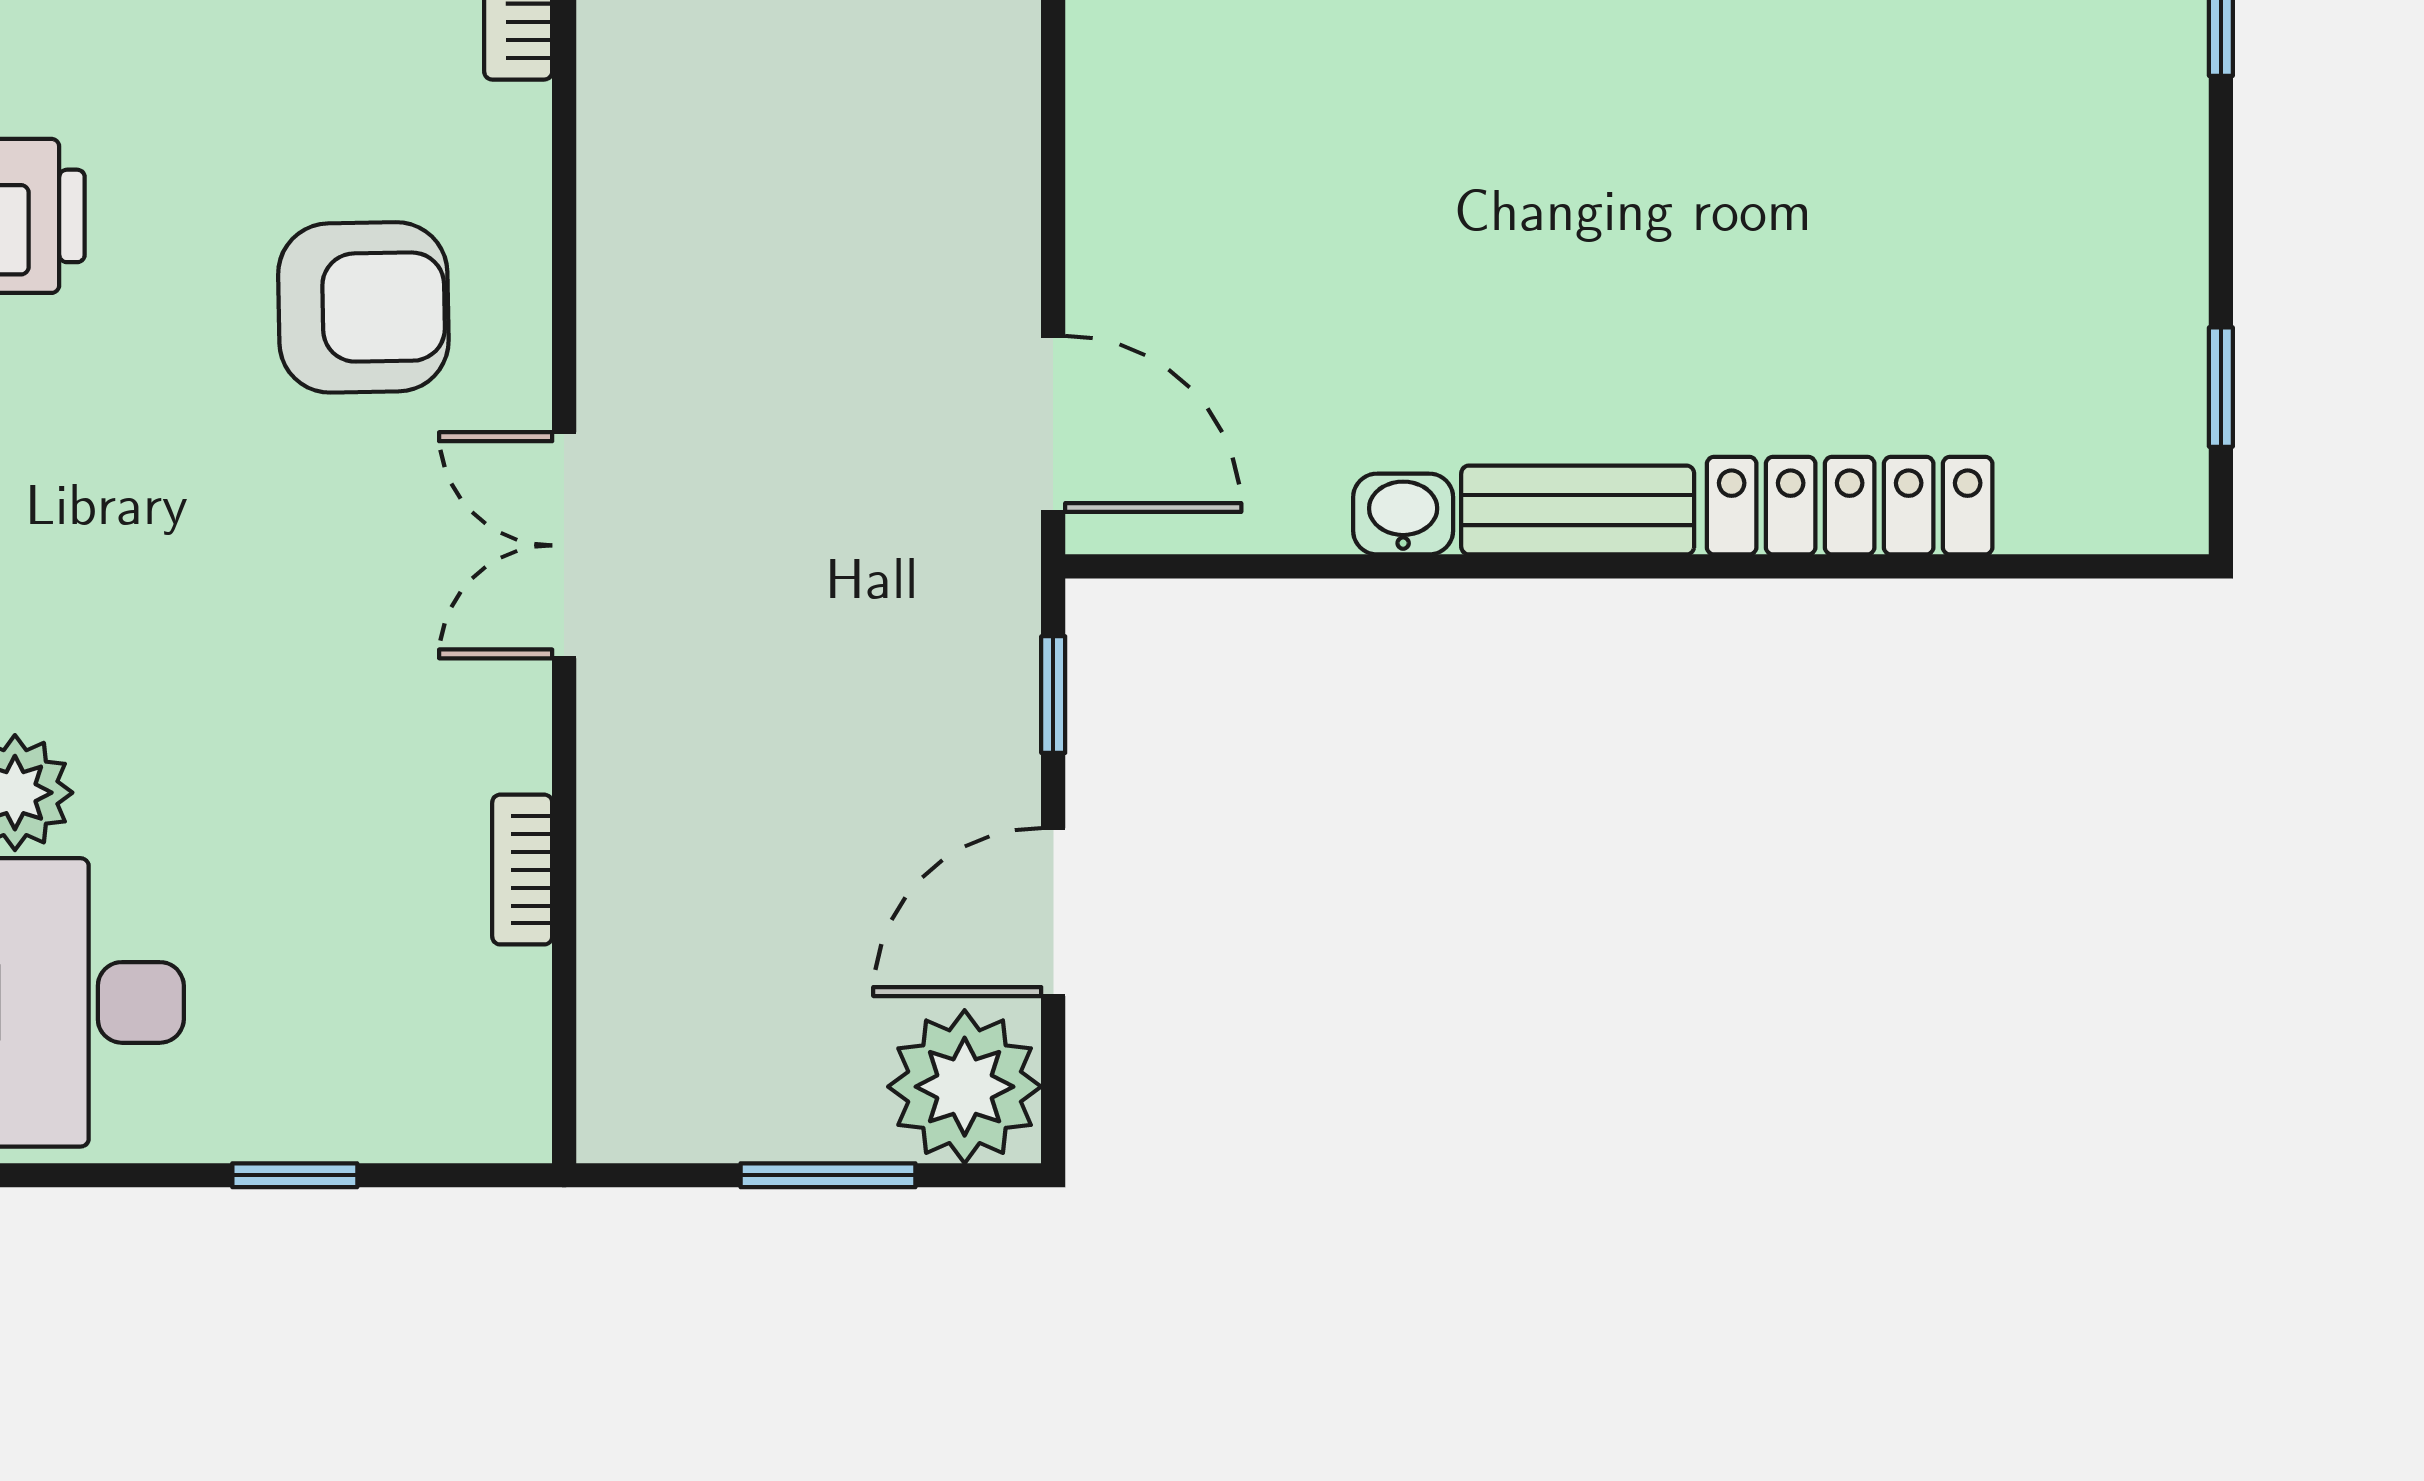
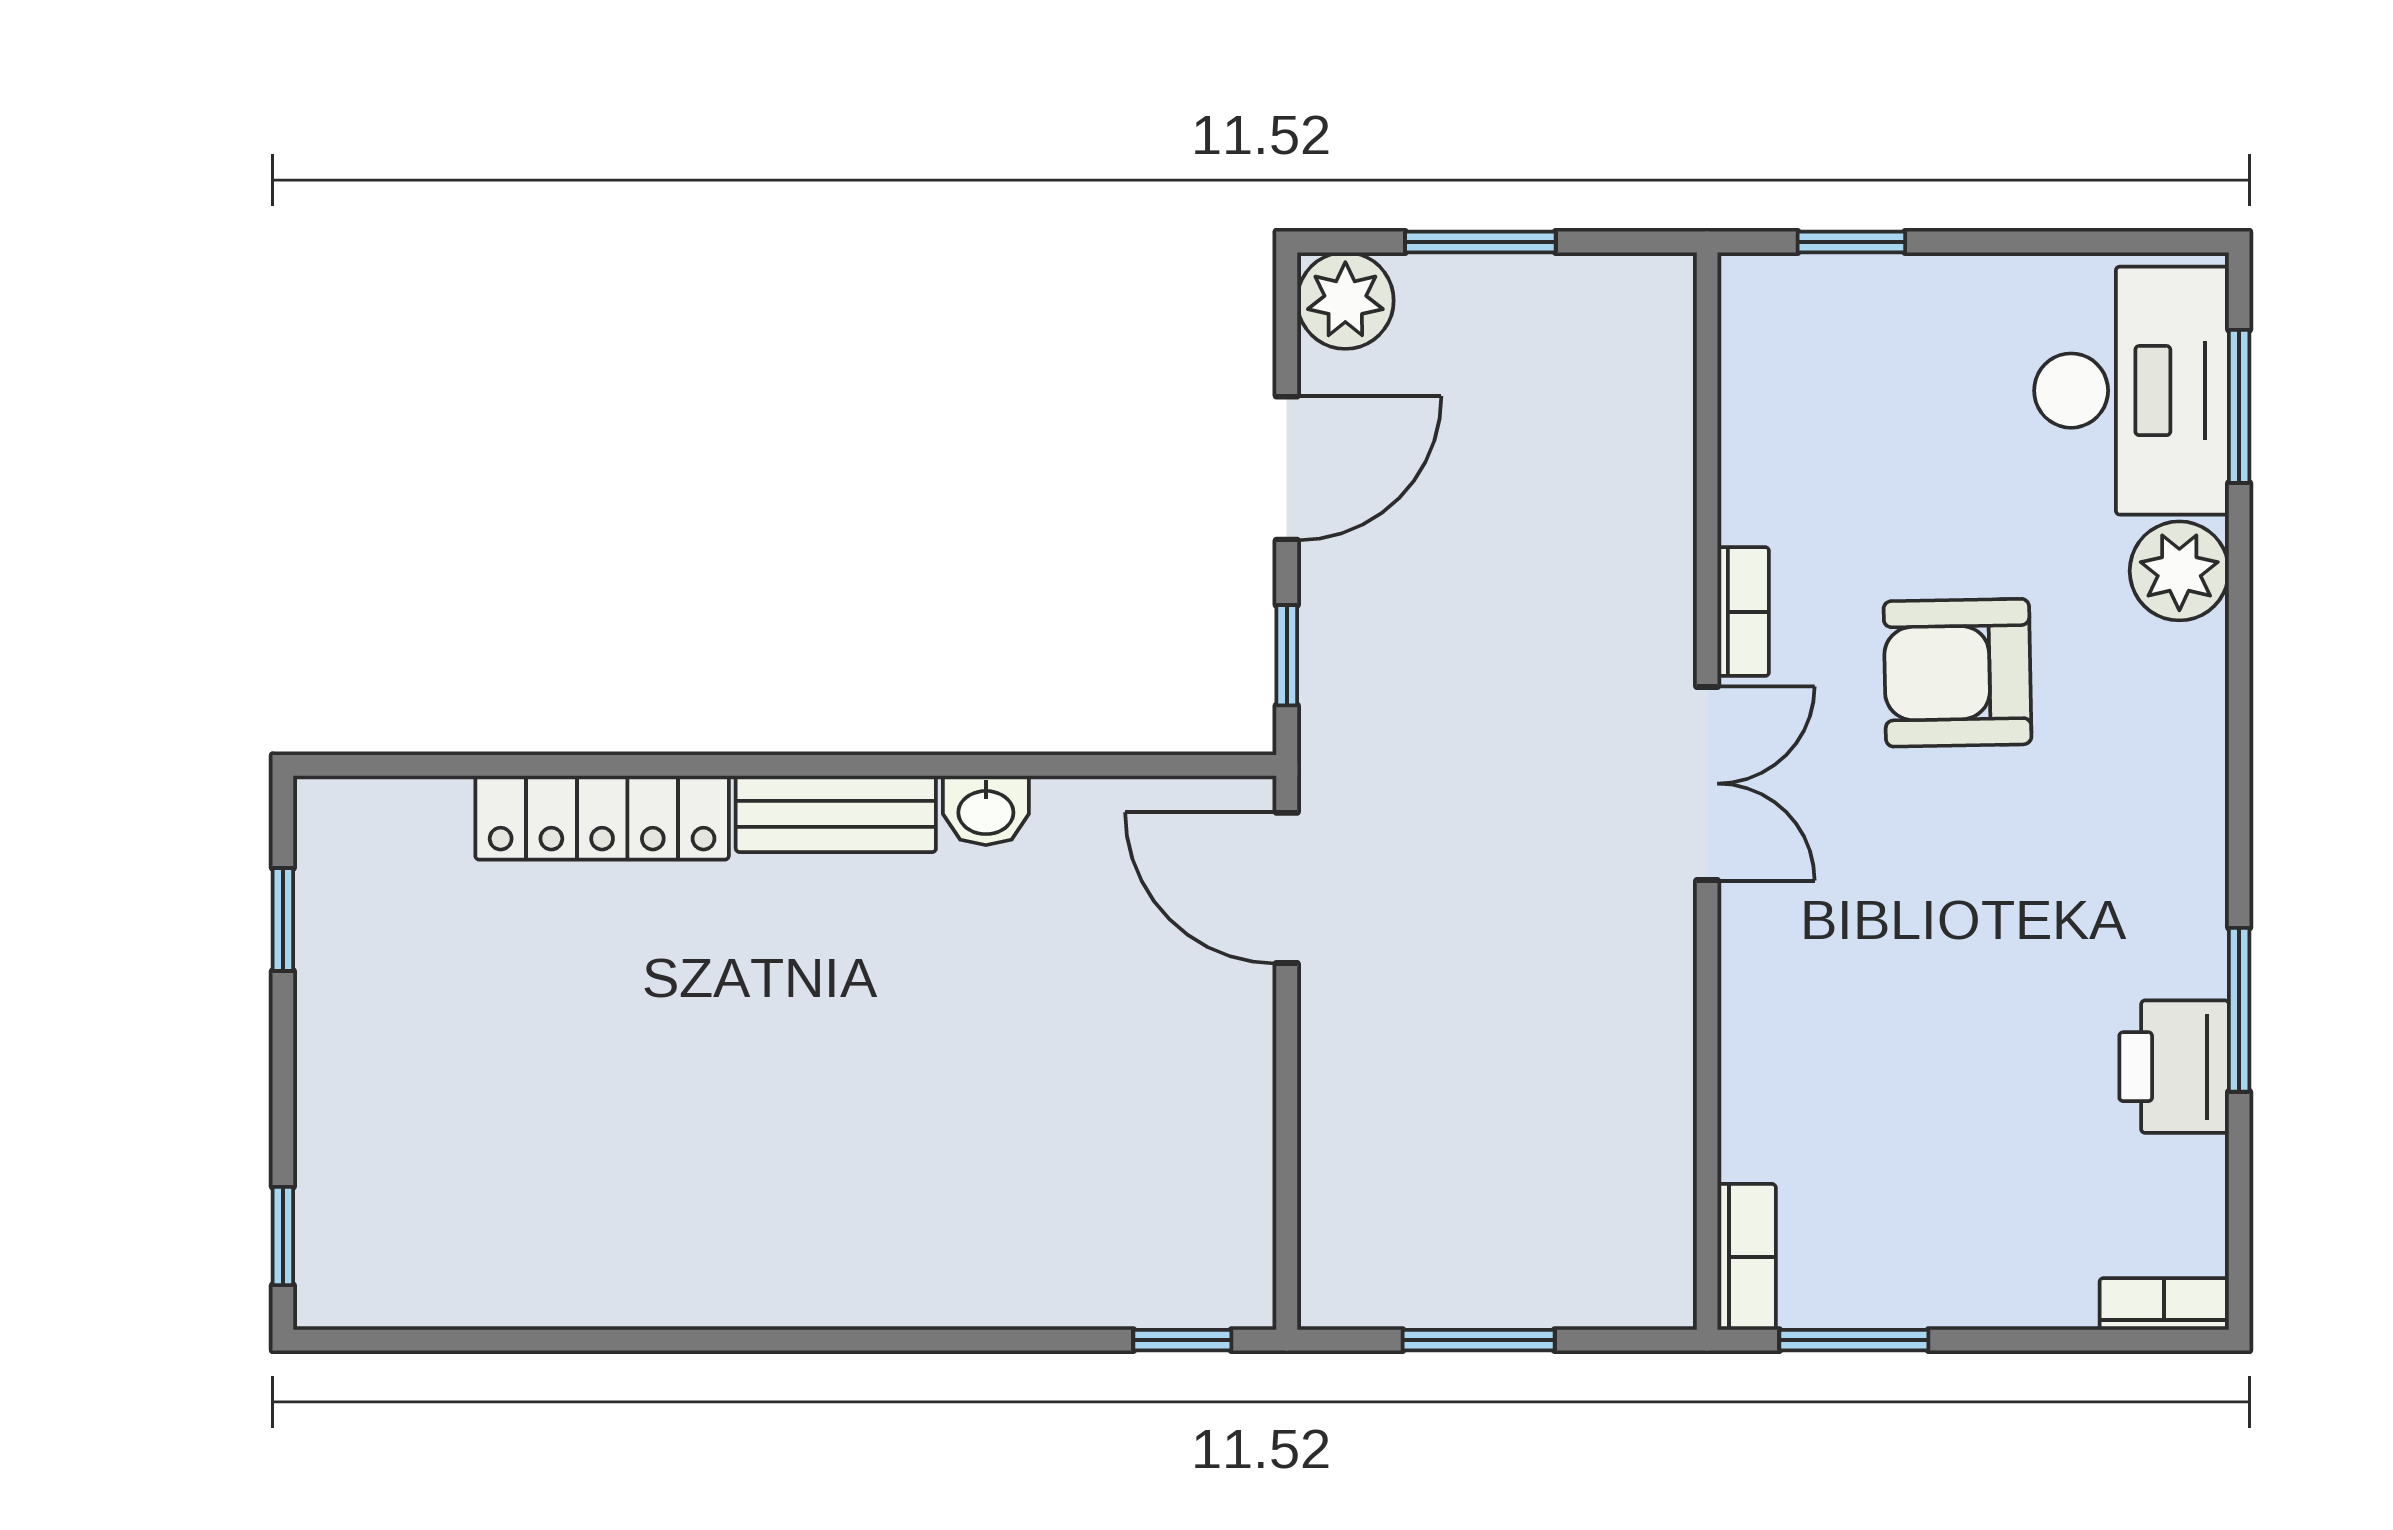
armchair: (363, 307) -> (1957, 673), moved
bookcase: (522, 870) -> (1743, 612), moved
plant: (965, 1087) -> (1345, 301), width x0.73, depth x0.73
window: (295, 1175) -> (1851, 242), moved

